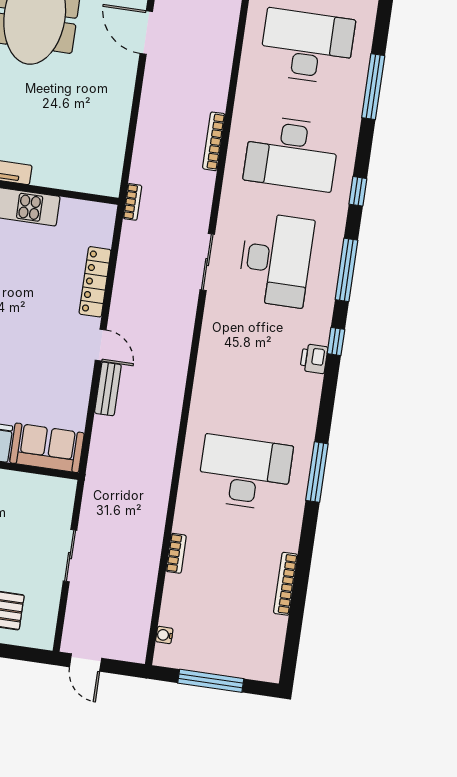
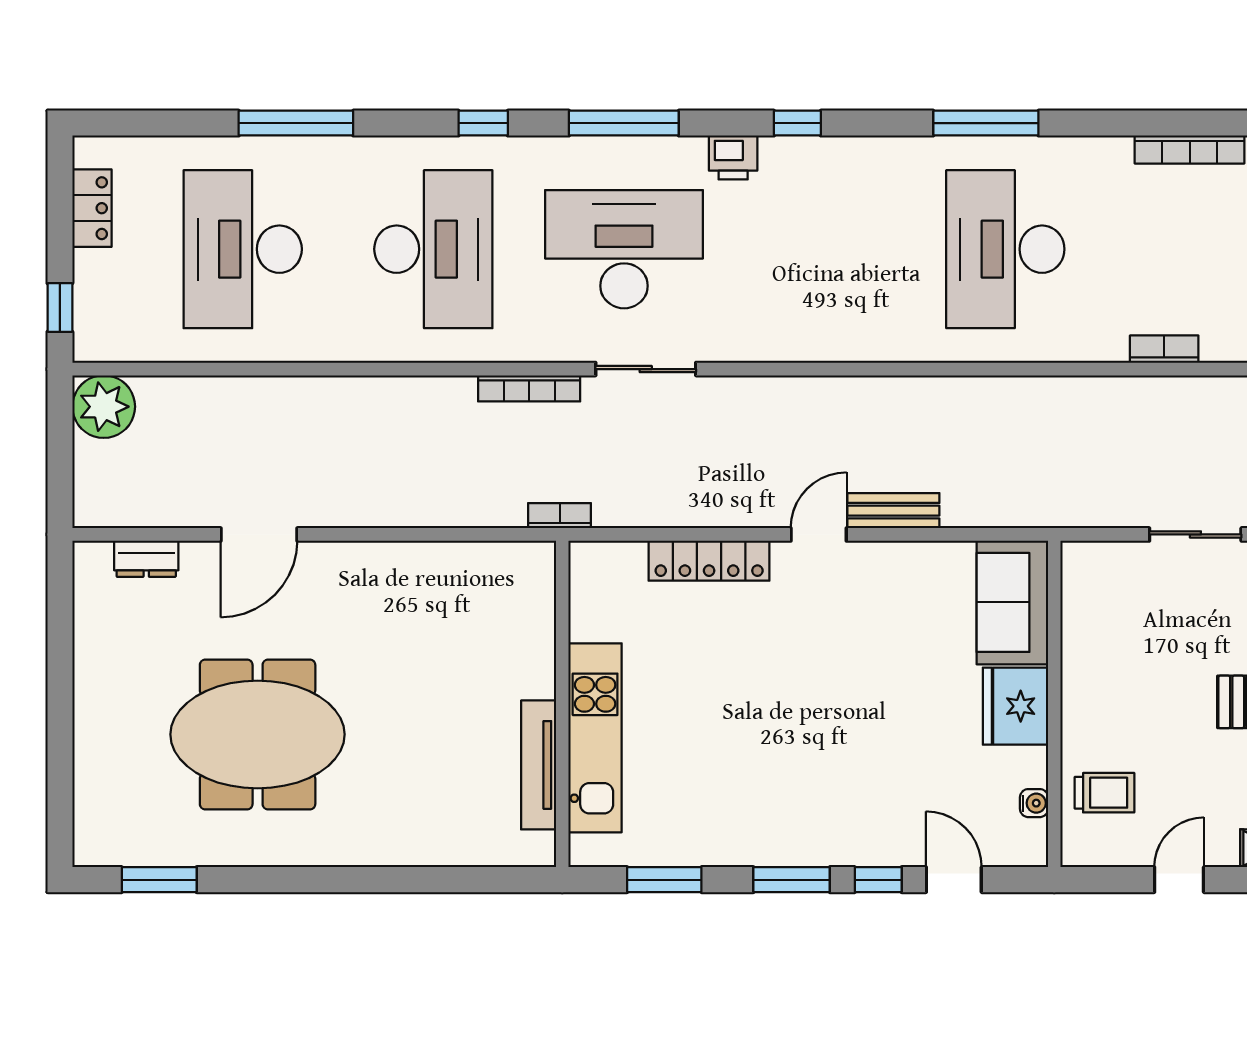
bookcase: (214, 141) -> (529, 388), moved
window: (336, 342) -> (797, 123), moved
printer: (314, 359) -> (733, 157), moved

